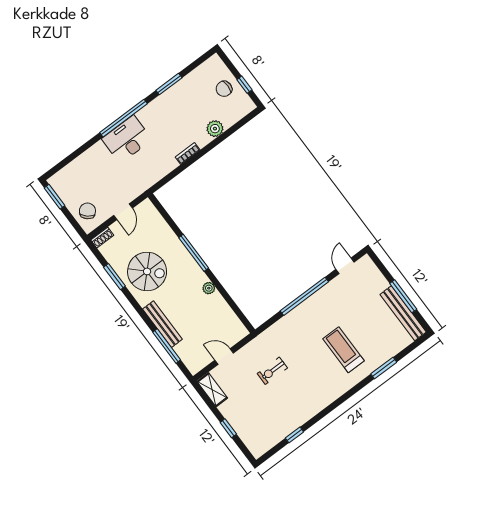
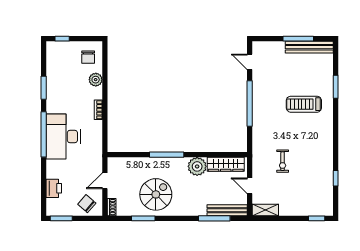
window: (244, 85) -> (62, 39), moved
chair: (224, 89) -> (88, 57), moved
desk: (127, 139) -> (63, 136), width x1.36, depth x1.30
printer: (78, 167) -> (54, 188), added
door: (123, 212) -> (105, 181), swing flipped
plant: (209, 288) -> (197, 166), width x1.87, depth x1.87
wardrobe: (228, 318) -> (226, 164), added
bench: (162, 324) -> (227, 210), moved
door: (224, 357) -> (250, 186), hinge flipped
window: (228, 428) -> (317, 218), moved

